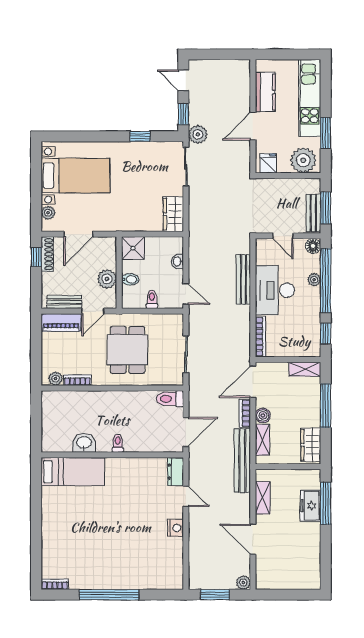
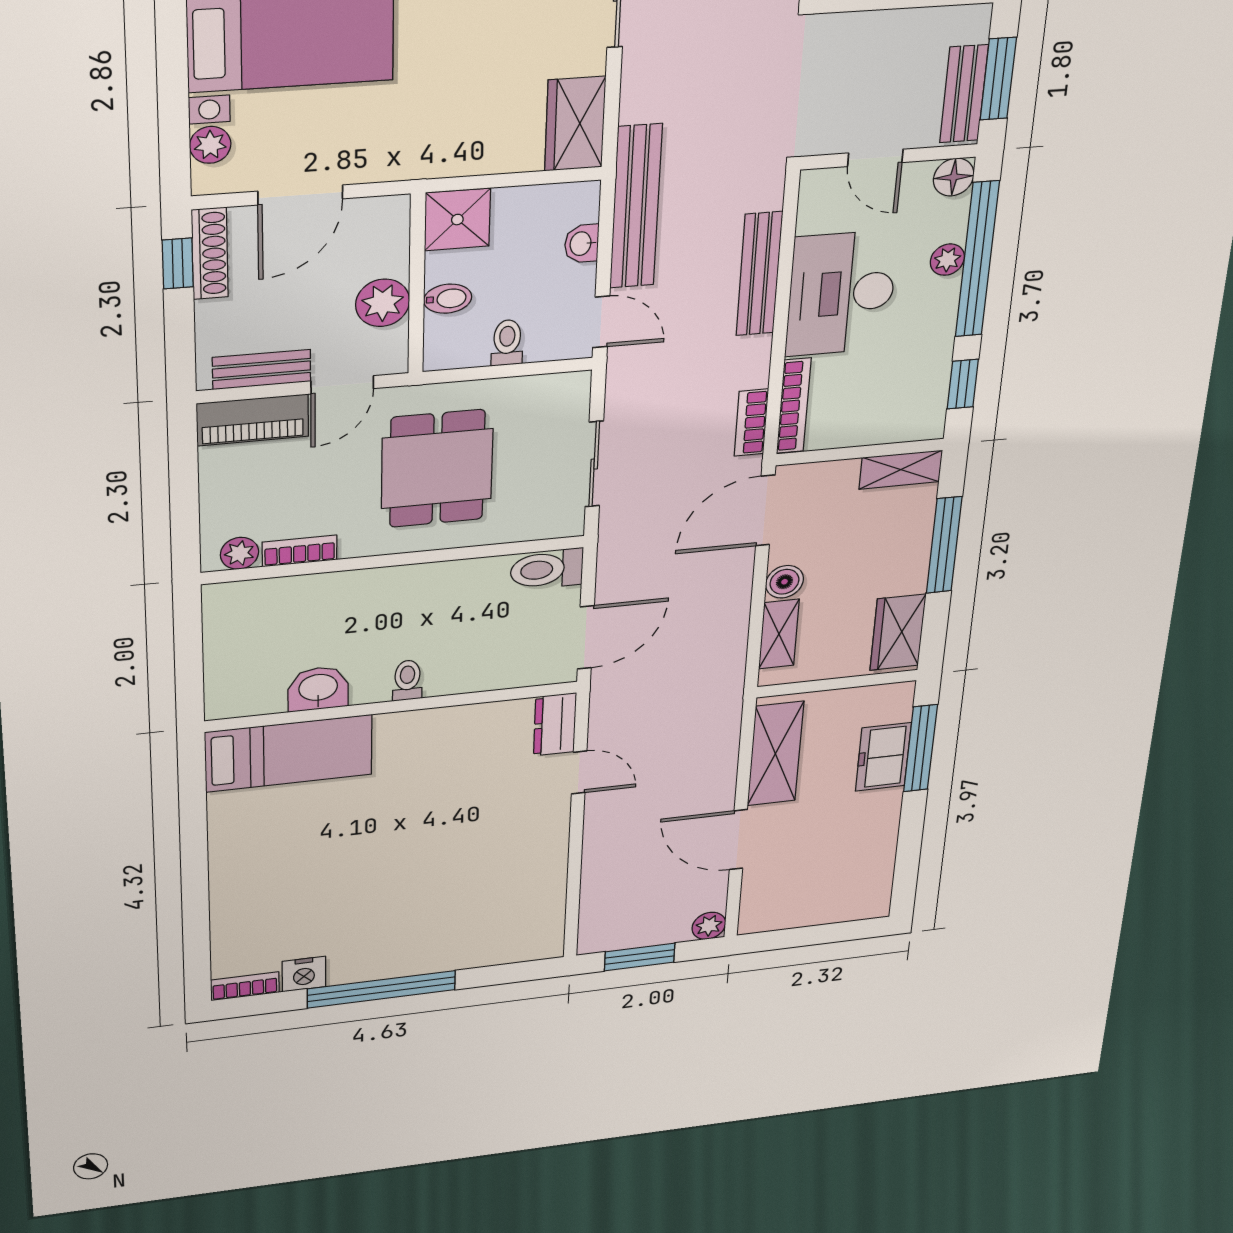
bookcase: (245, 413) -> (751, 423), moved
bench: (242, 461) -> (636, 207), moved
shelving: (263, 498) -> (775, 754), width x1.50, depth x1.33
nightstand: (176, 528) -> (304, 974), moved, turned 90

